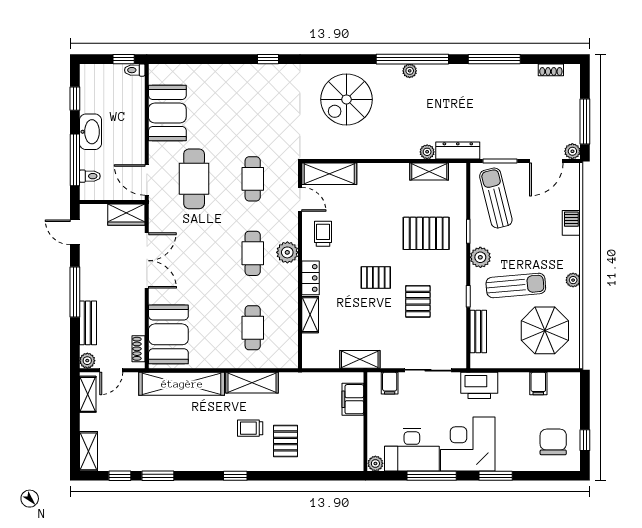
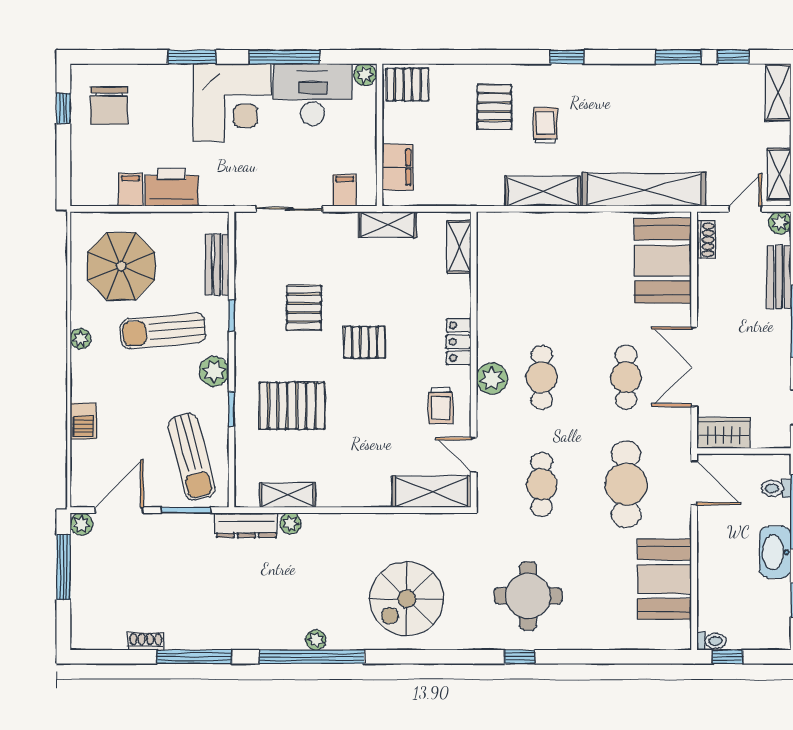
shoe rack: (551, 70) -> (146, 641), moved
spiral stairs: (346, 99) -> (407, 599), turned 180
round table: (262, 101) -> (528, 596), added
shelving: (310, 315) -> (459, 247), moved
cafe table: (253, 328) -> (626, 377), moved
printer: (479, 385) -> (172, 187), moved
trolley: (250, 428) -> (545, 125), turned -90
pallet: (346, 457) -> (408, 85), added

